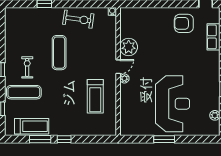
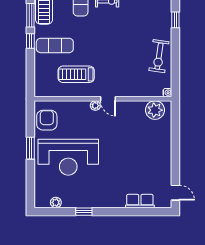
armchair: (184, 23) -> (47, 120), moved
plant: (129, 47) -> (155, 110), moved
exercise mat: (59, 53) -> (55, 45), moved

